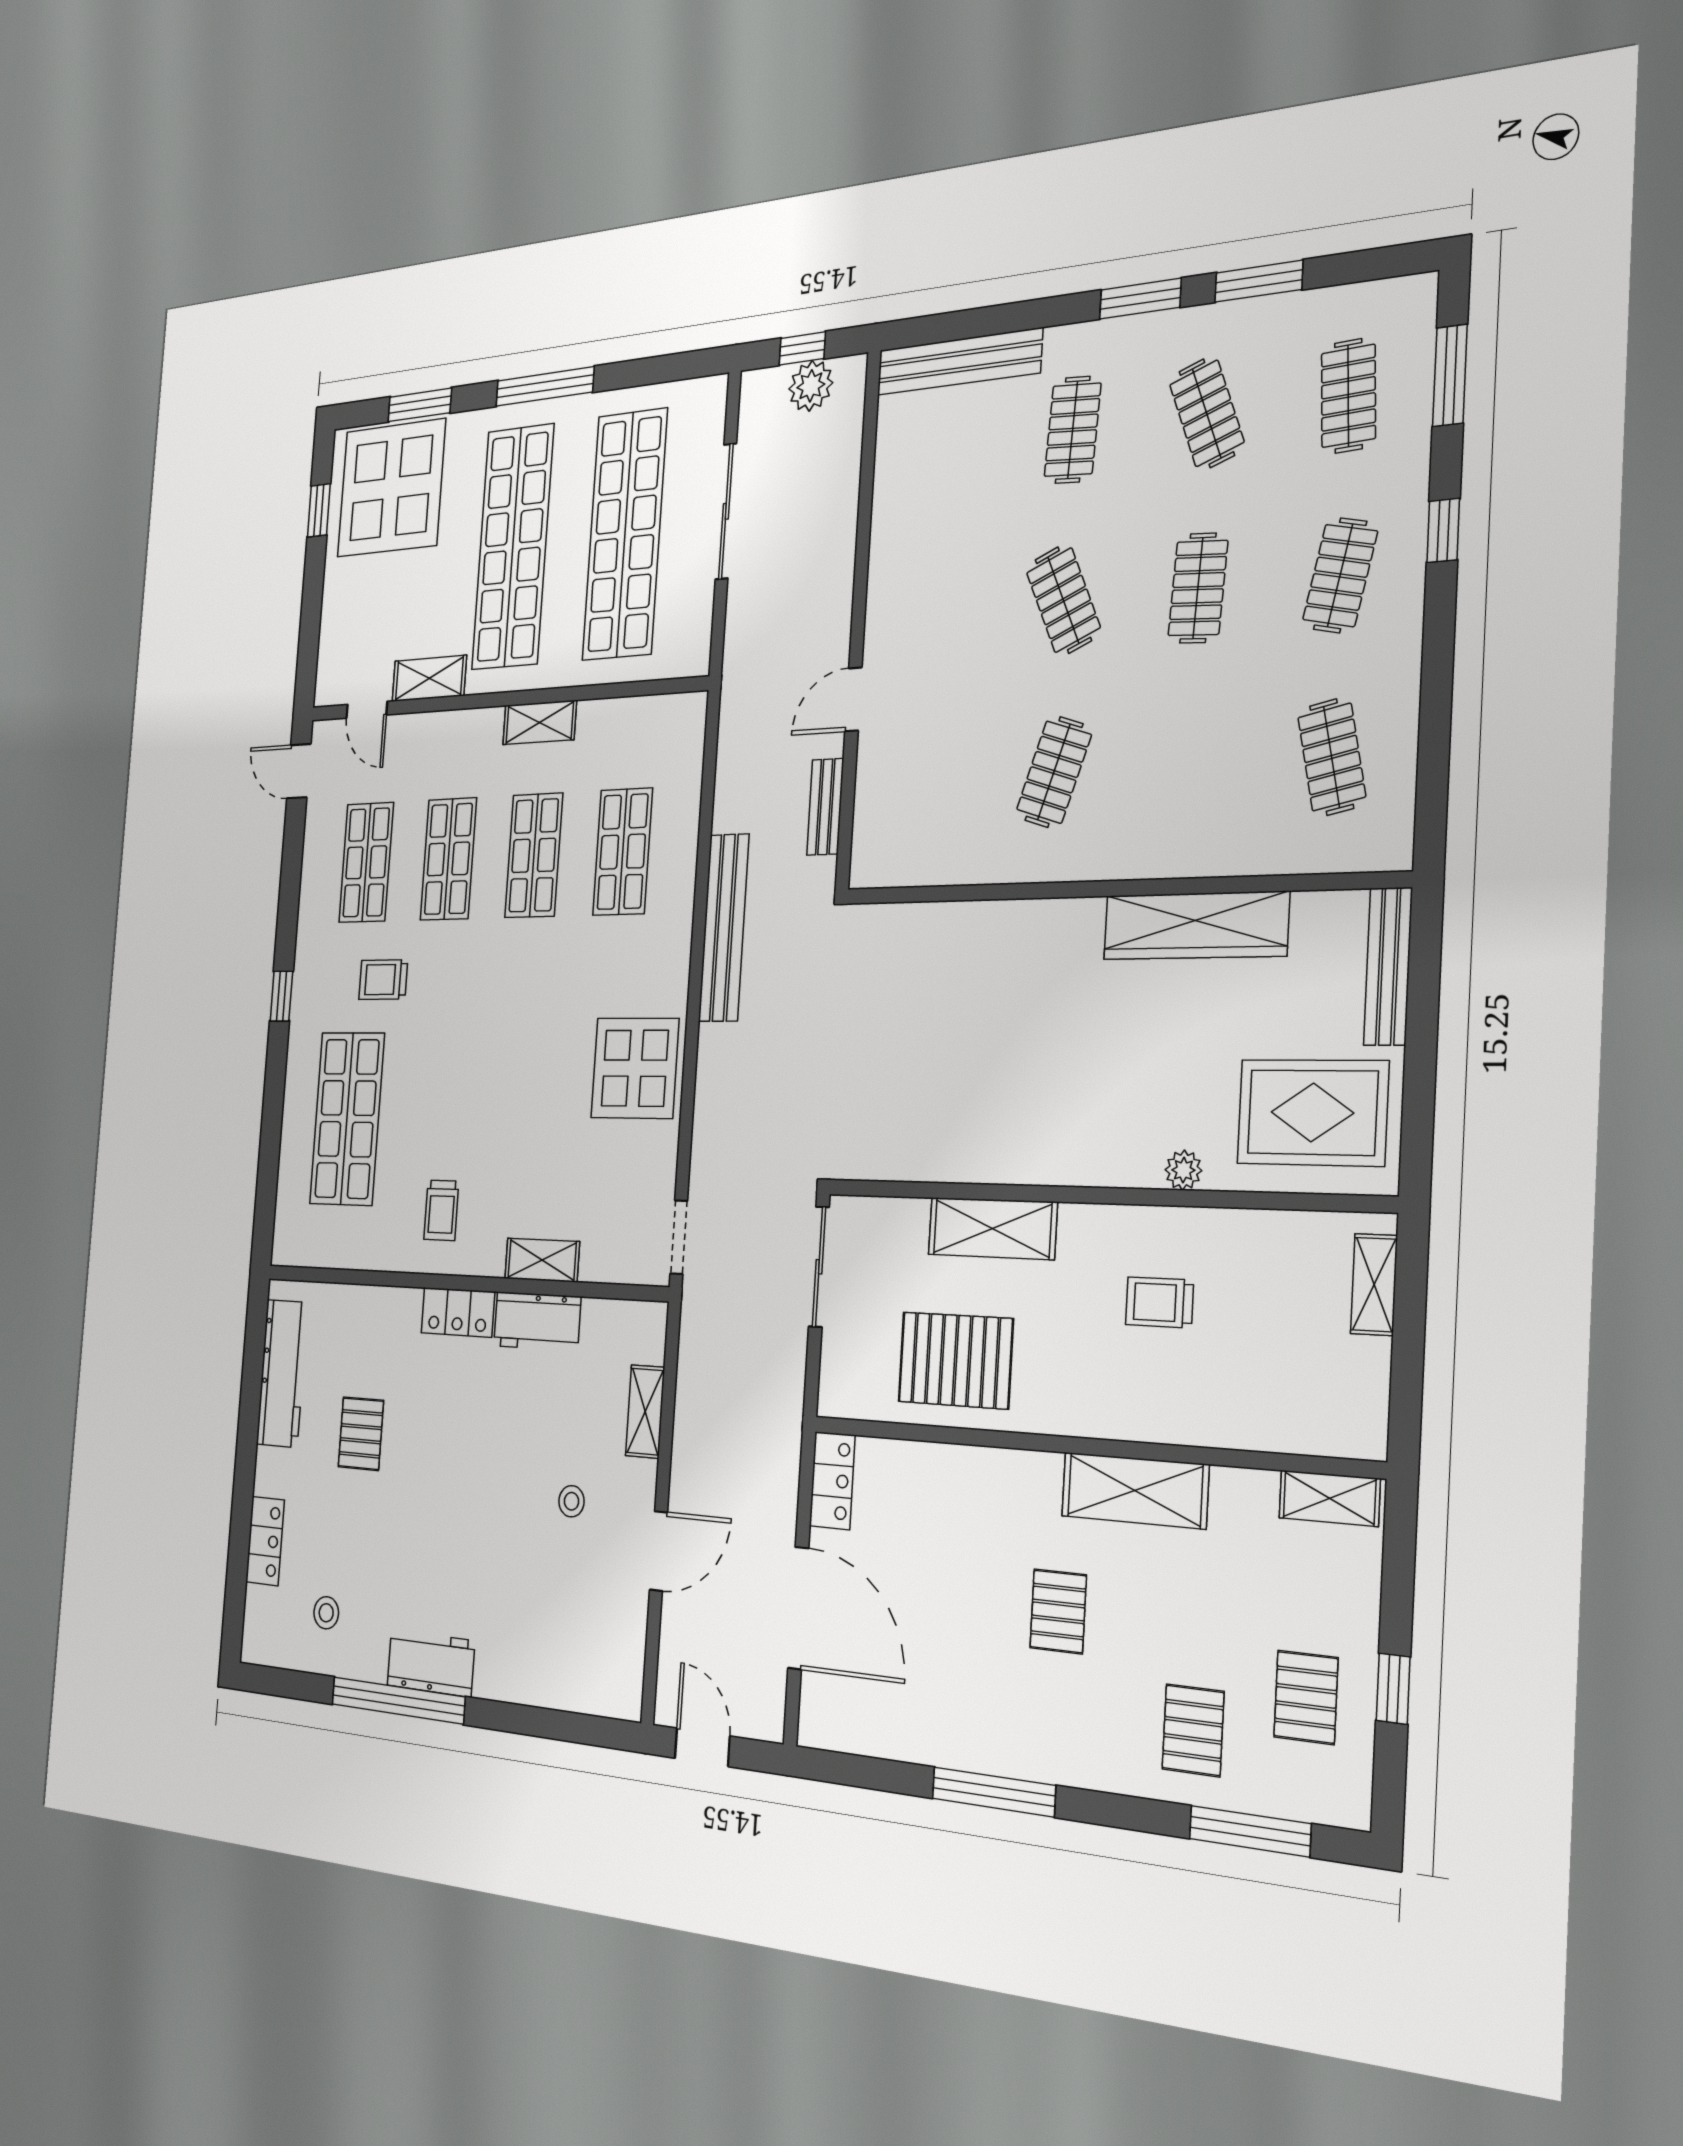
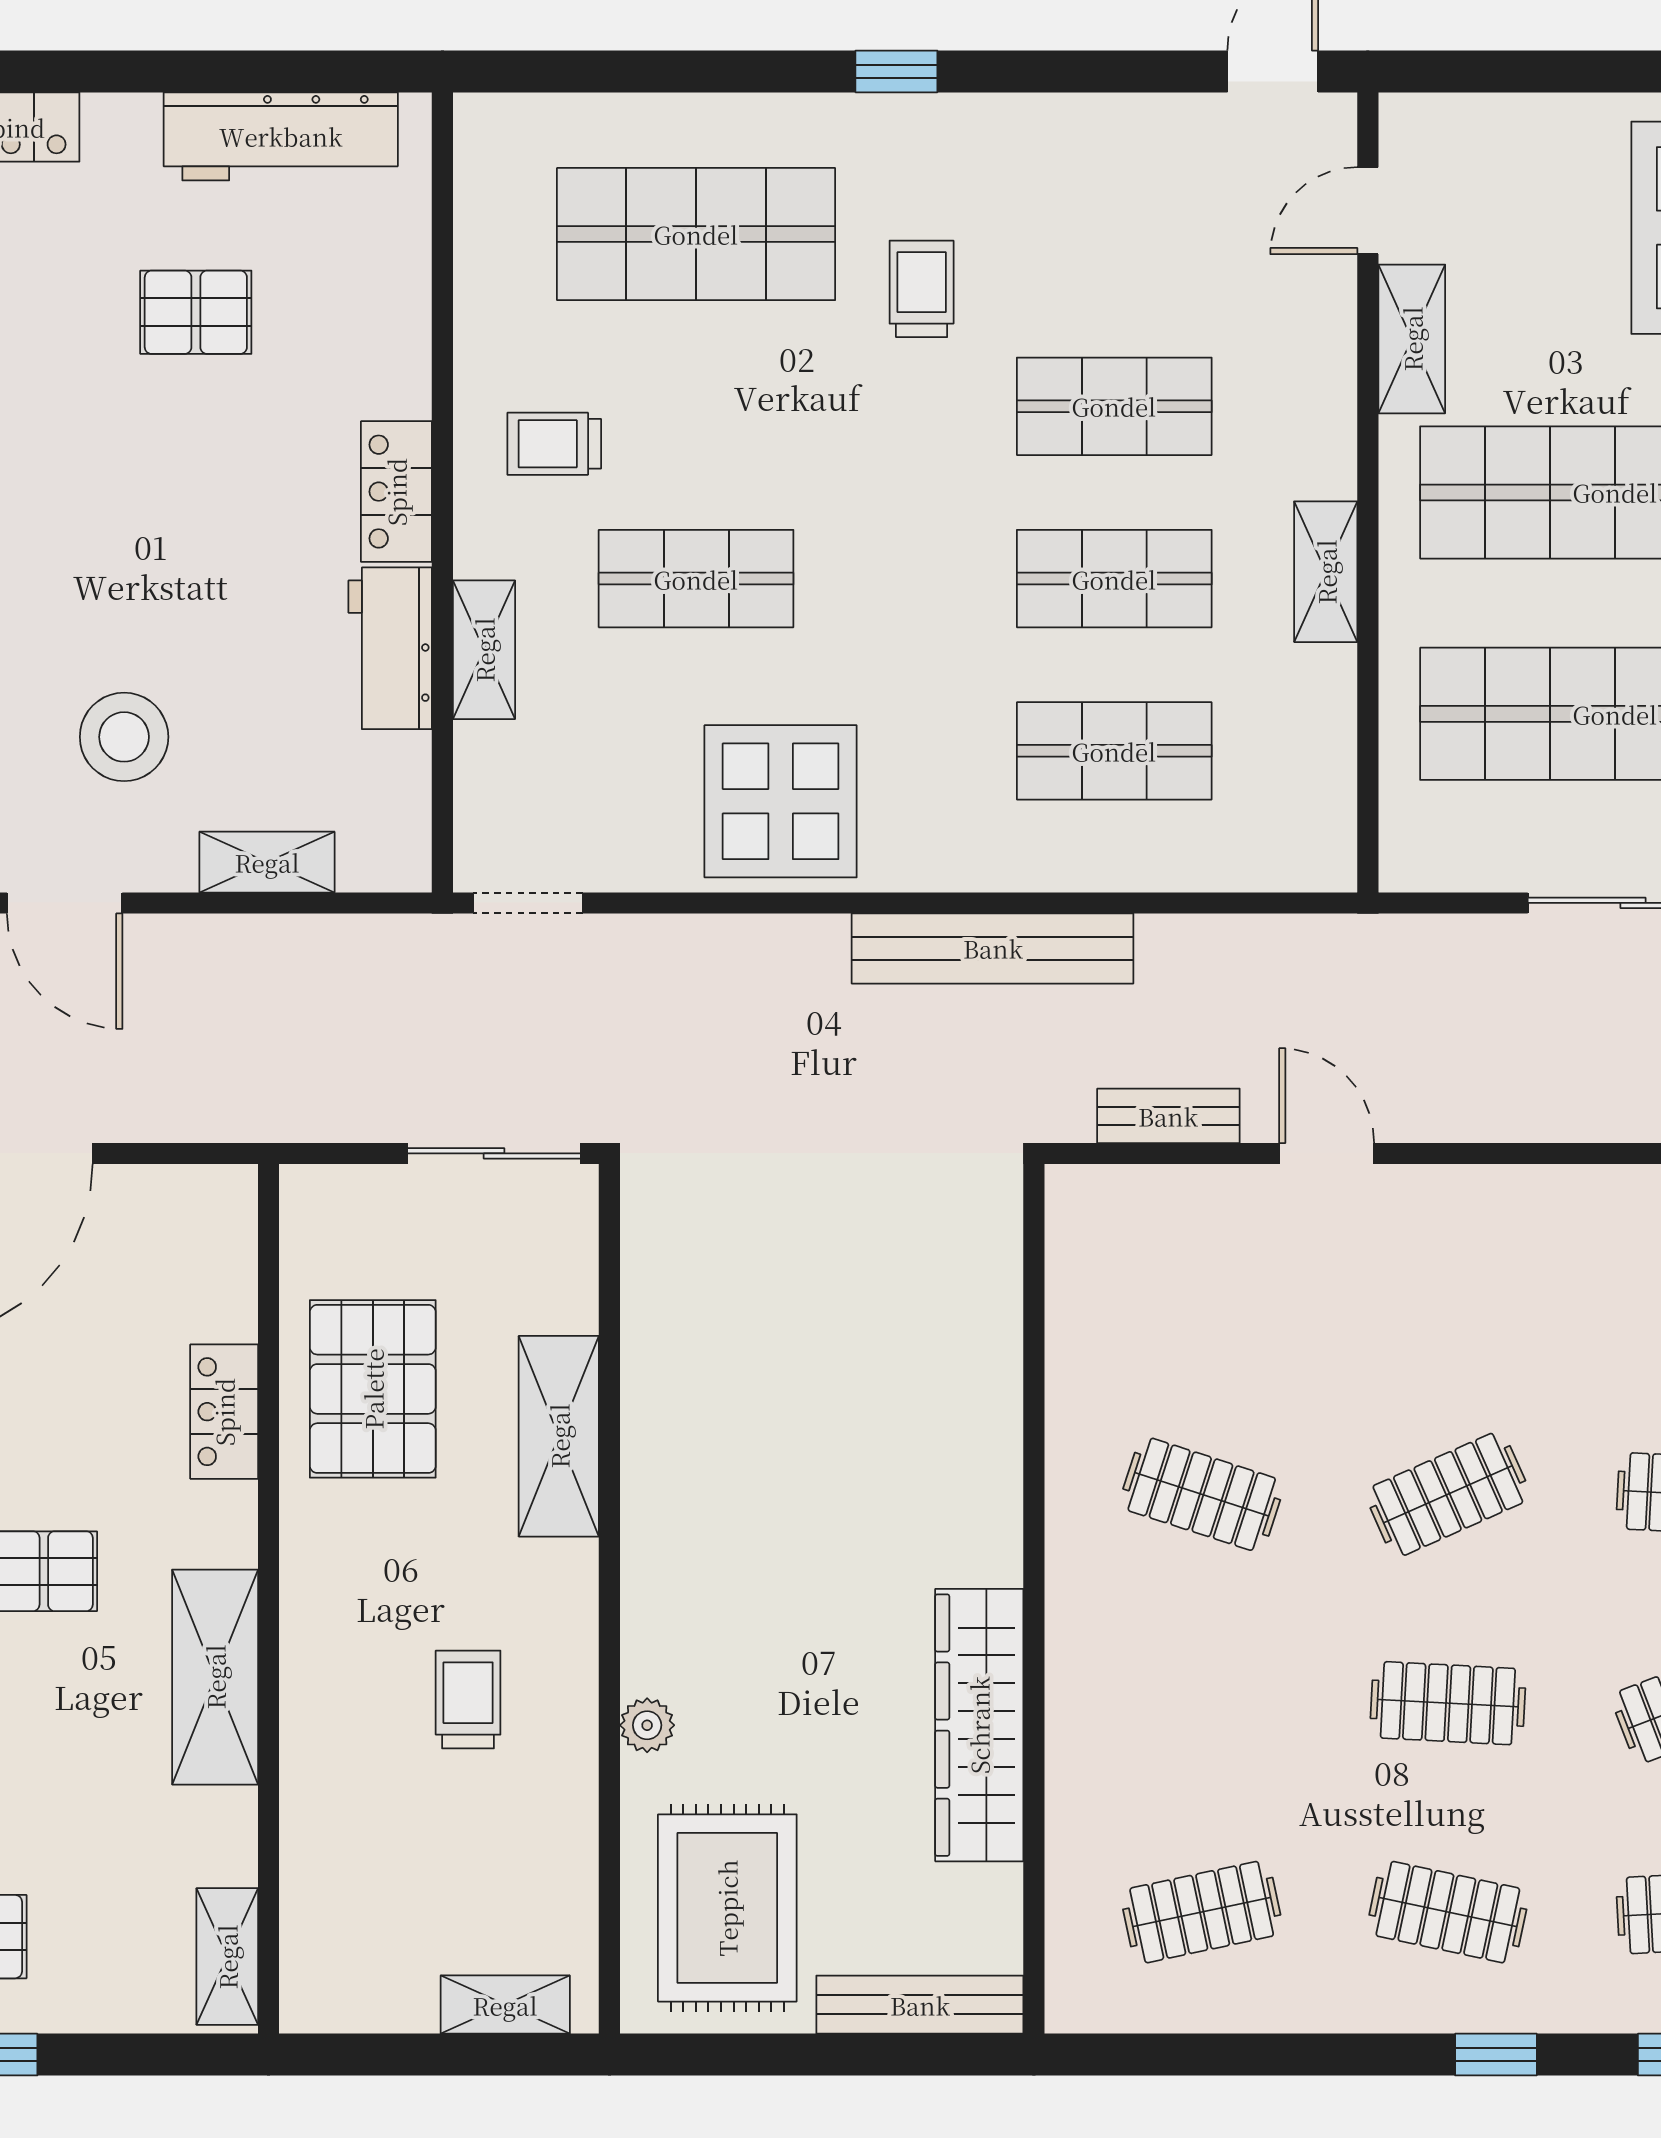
shop shelf: (366, 862) -> (696, 579), moved
locker: (832, 1481) -> (224, 1412), moved, turned 90
stool: (571, 1501) -> (124, 737), width x1.89, depth x1.89

